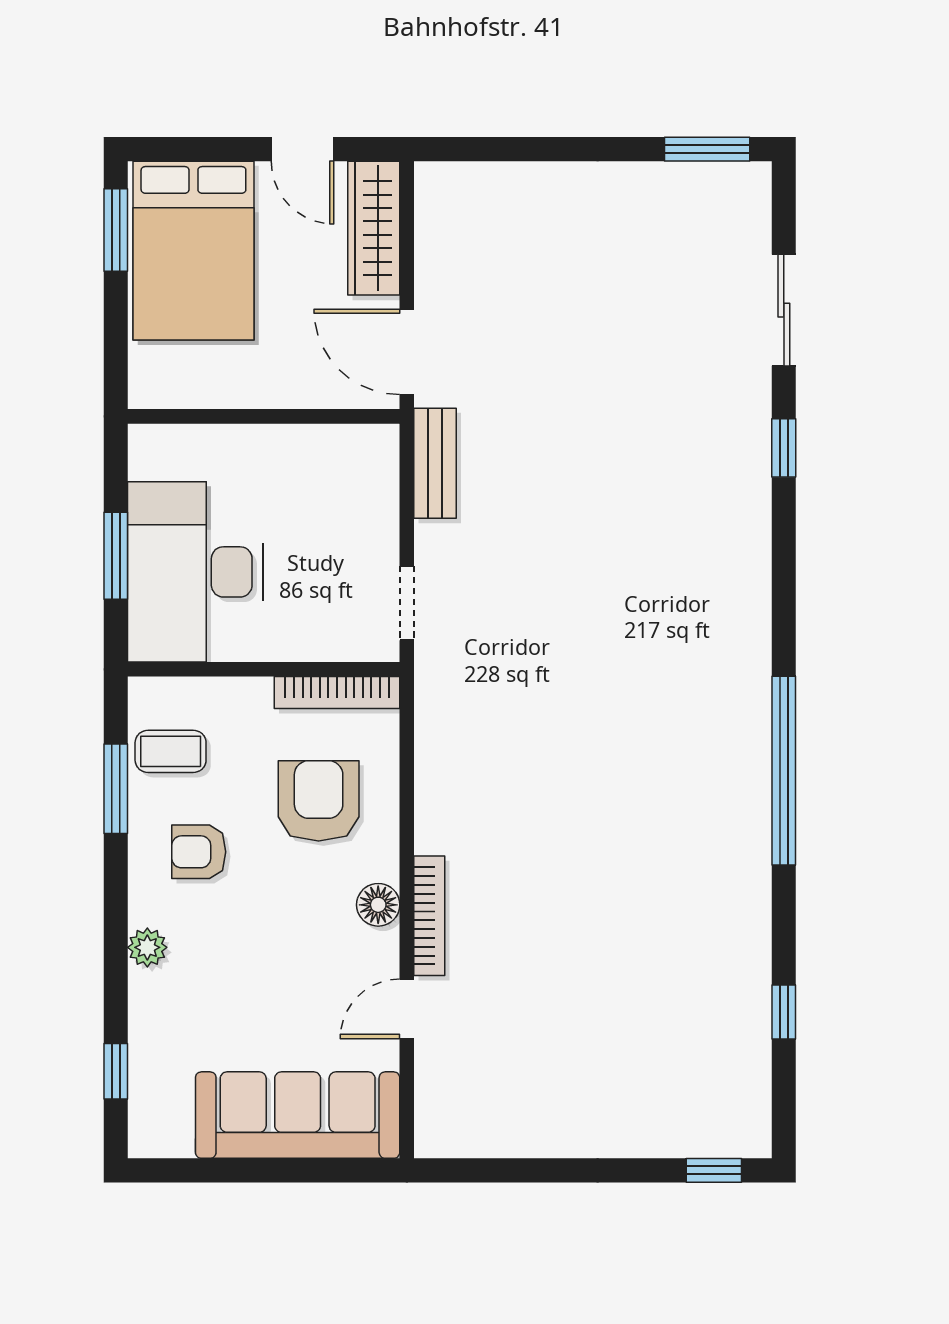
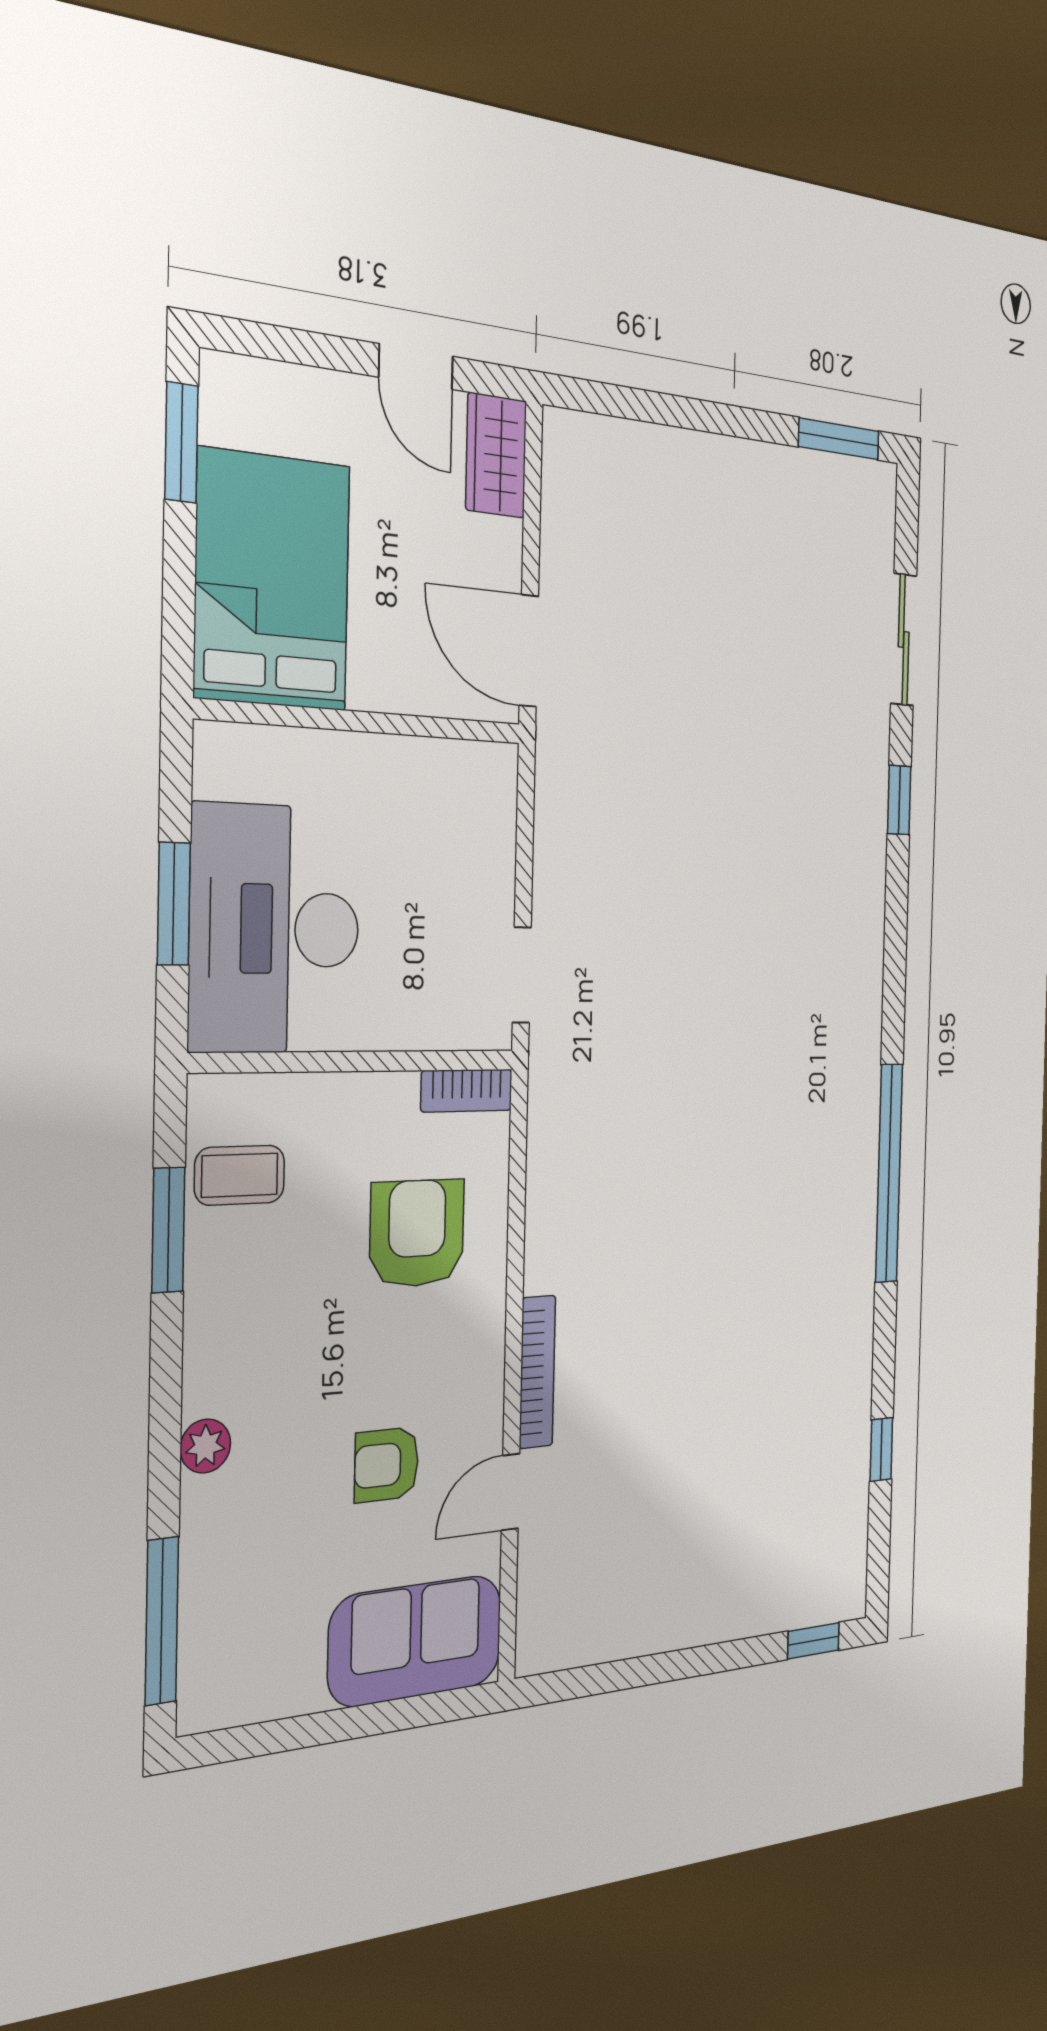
wardrobe: (374, 228) -> (496, 455), width x0.67
bed: (193, 251) -> (272, 581), moved, turned 180
bench: (435, 463) -> (556, 797), removed
bookcase: (337, 693) -> (467, 1091), width x0.64
armchair: (199, 852) -> (386, 1465), moved
floor lamp: (378, 905) -> (482, 1363), removed
window: (116, 1071) -> (162, 1621), width x2.17
sofa: (298, 1115) -> (416, 1641), width x0.73

